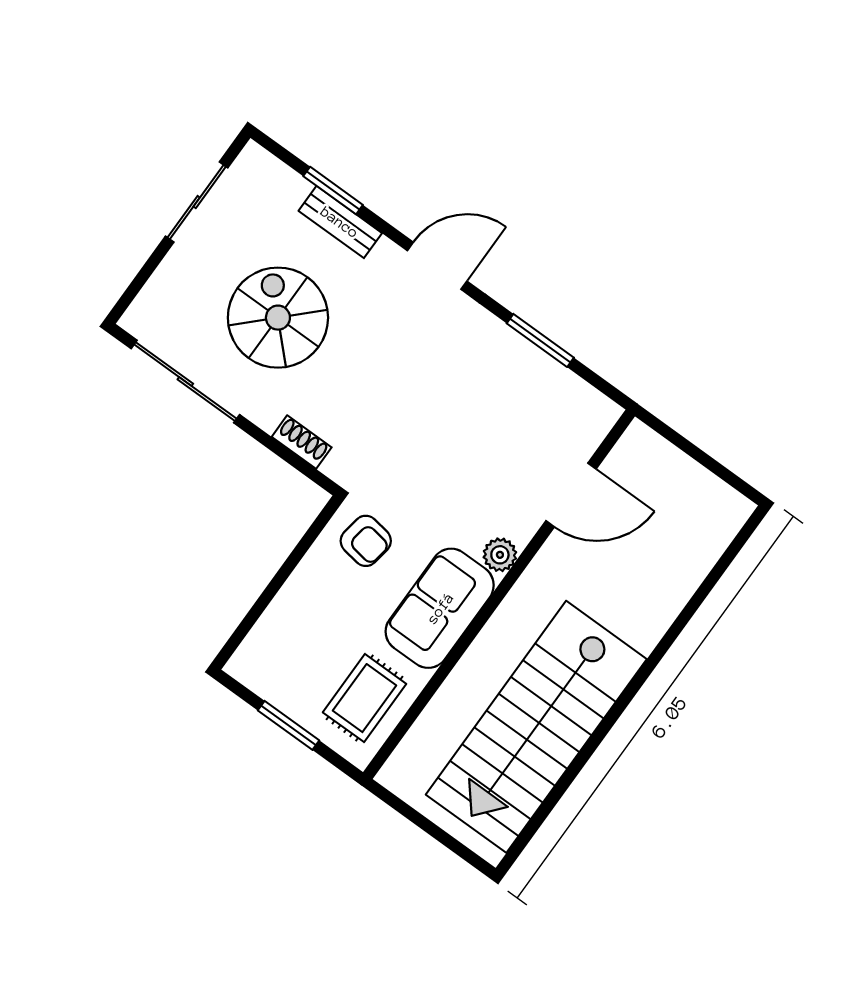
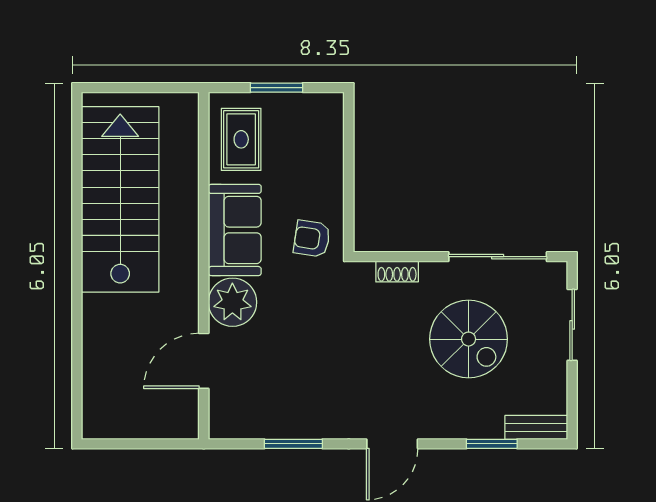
sliding door: (197, 202) -> (572, 325), moved
bench: (340, 222) -> (536, 427), moved
plant: (500, 555) -> (232, 302), width x1.87, depth x1.87

